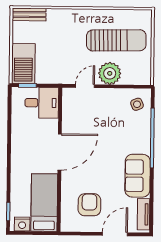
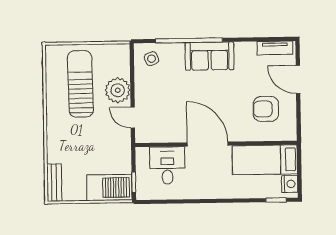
desk: (42, 103) -> (167, 165), moved
sofa: (138, 176) -> (210, 56), moved

